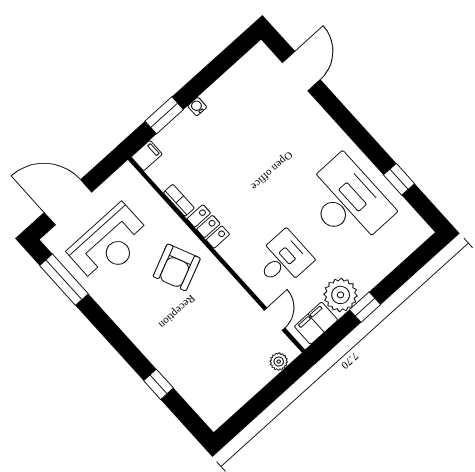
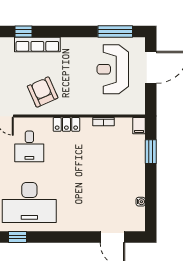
water cooler: (197, 107) -> (141, 202), moved
locker: (208, 227) -> (66, 124), moved
armchair: (177, 267) -> (43, 92), moved
row of seats: (159, 355) -> (37, 45), added

